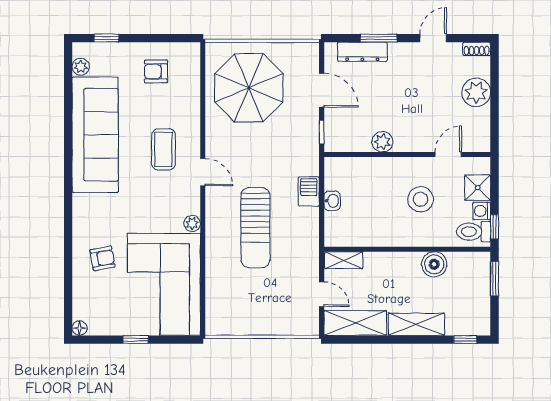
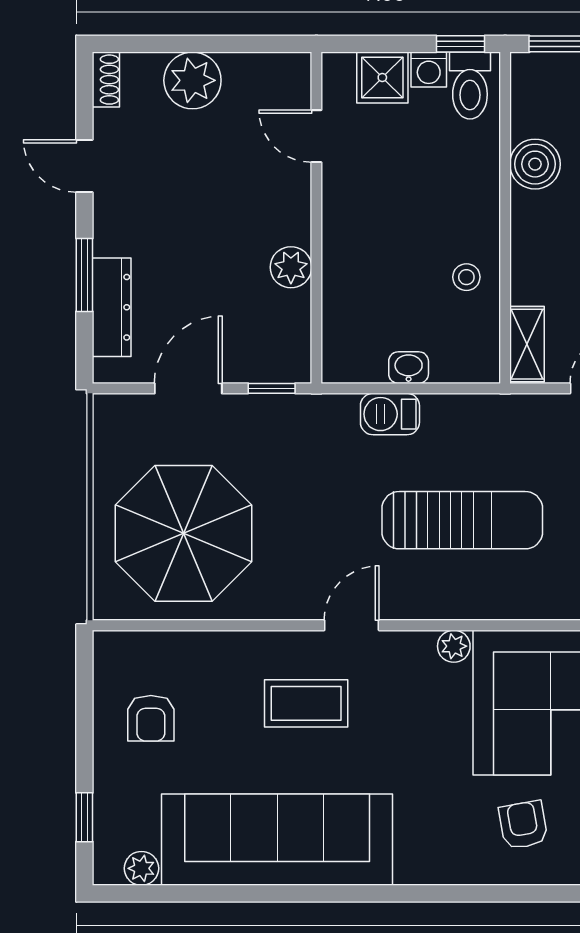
stool: (421, 199) -> (466, 277), moved, width x0.53, depth x0.53

